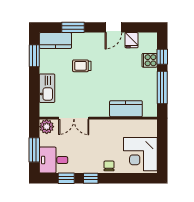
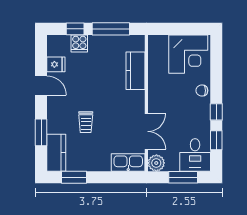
kitchen sink: (47, 88) -> (128, 163), moved

